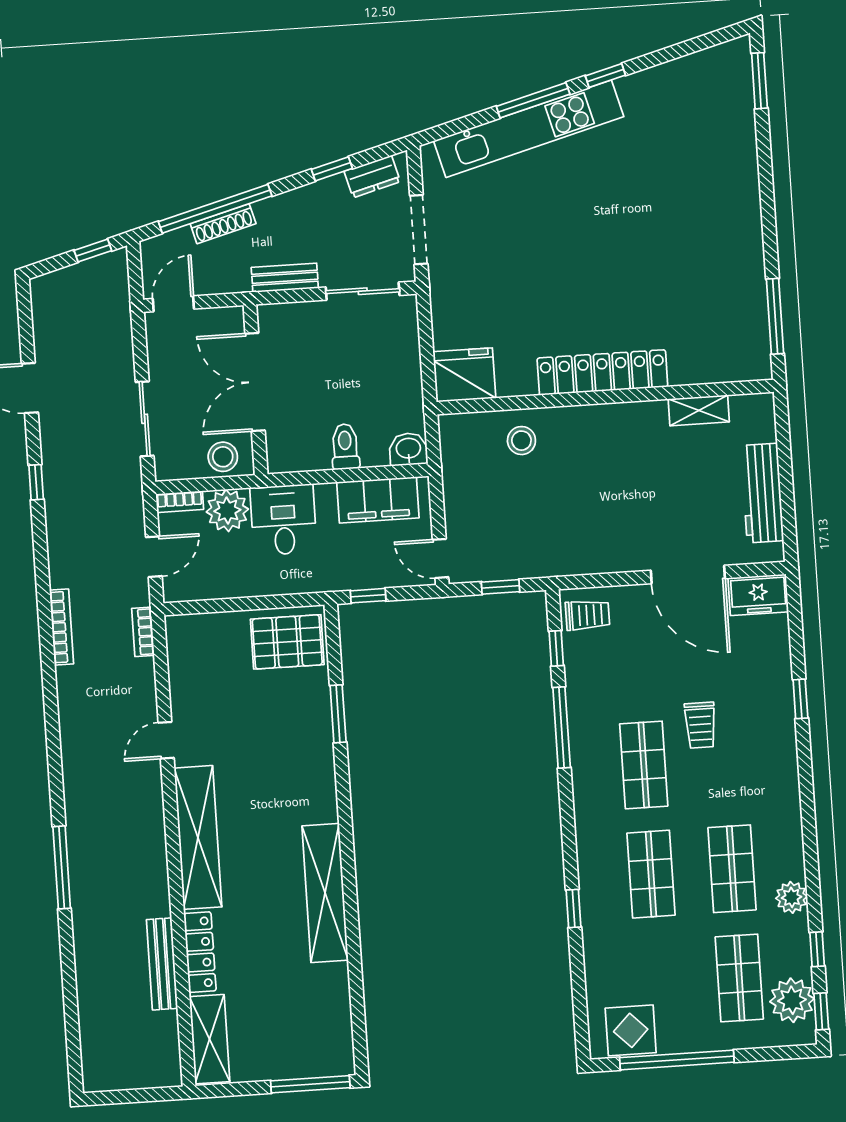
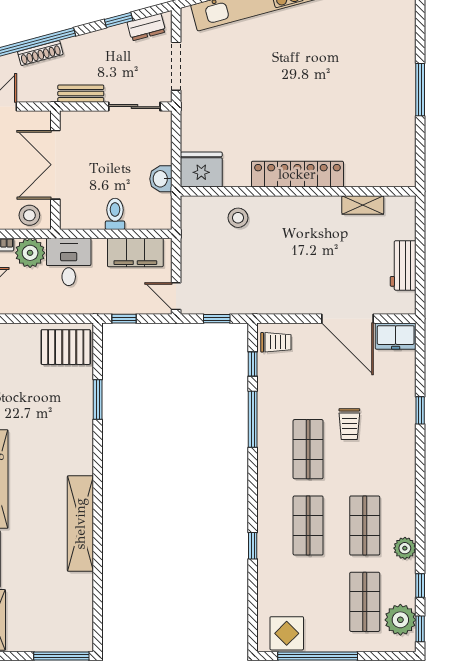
window: (775, 316) -> (420, 90), moved
washbasin: (408, 449) -> (161, 179), moved, turned -90
workbench: (762, 493) -> (403, 265), width x0.73

